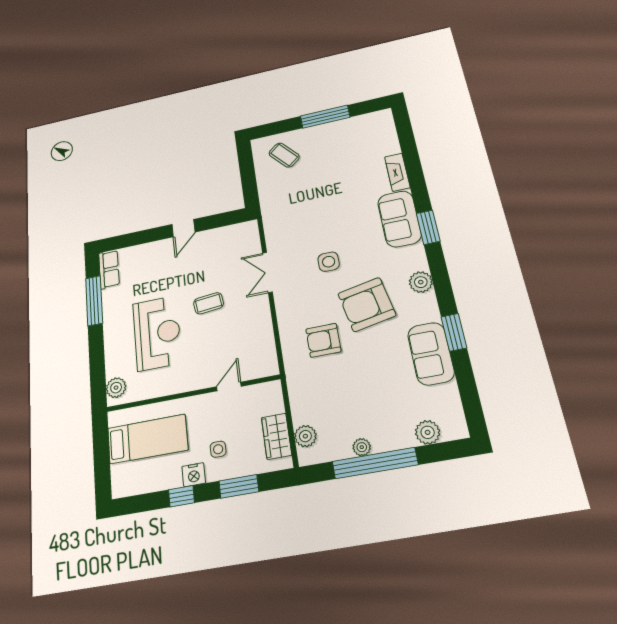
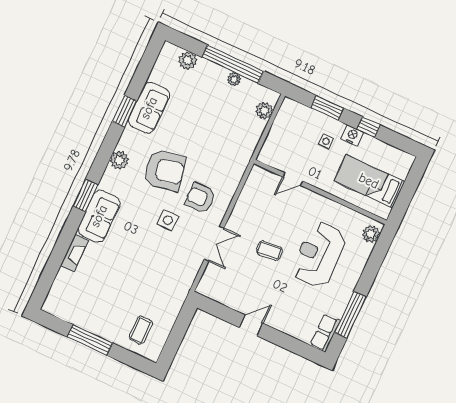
coffee table: (284, 155) -> (141, 330), turned 40
armchair: (323, 340) -> (201, 198), moved, turned 180
wardrobe: (276, 436) -> (283, 123), removed

